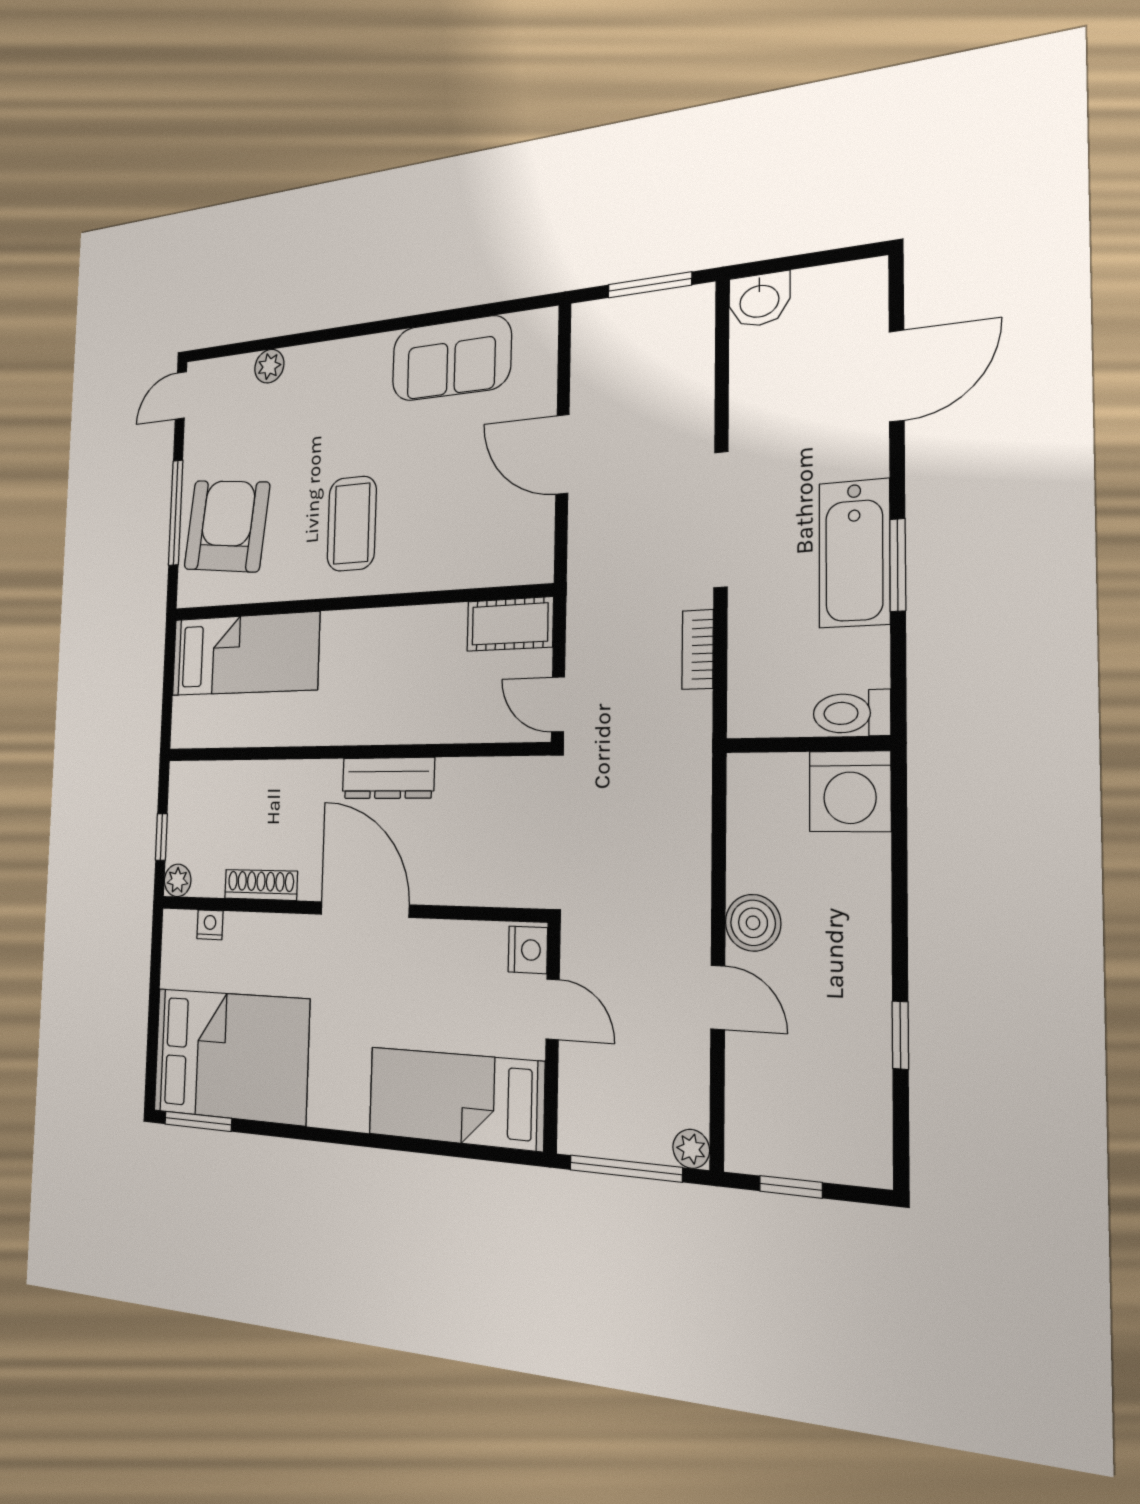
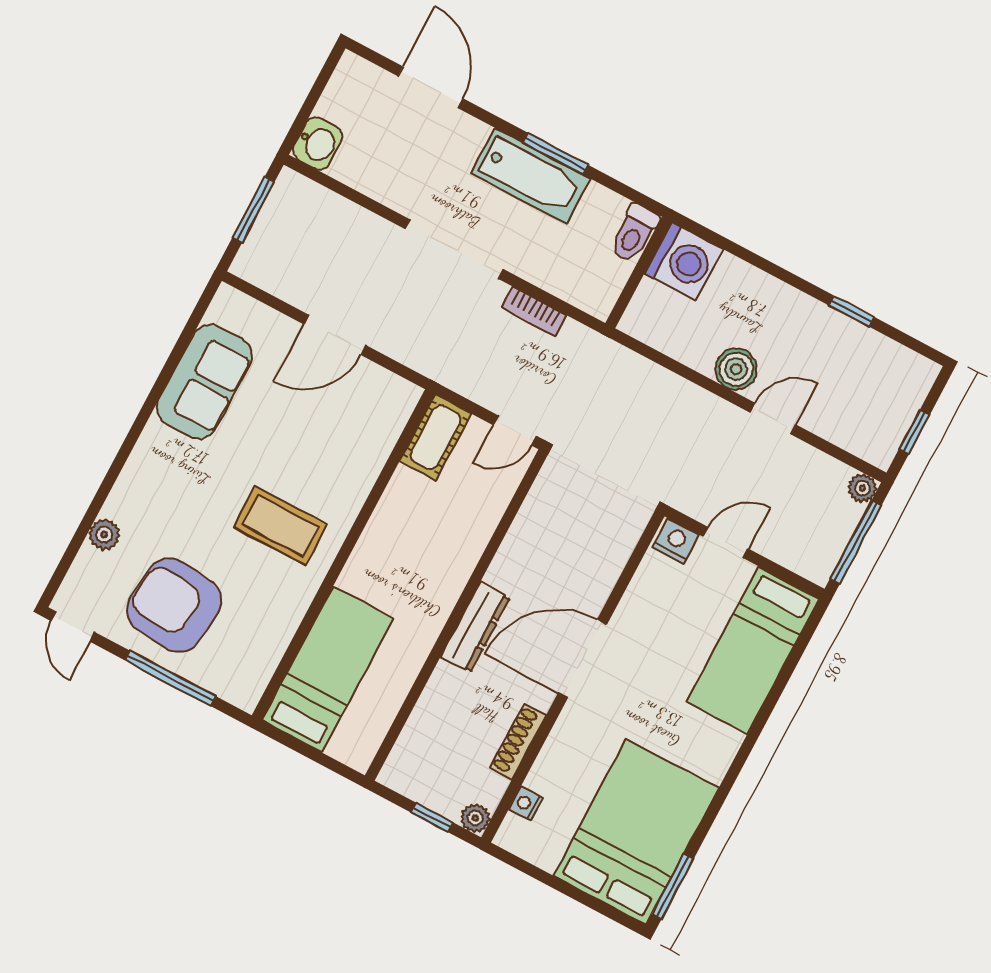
armchair: (227, 526) -> (174, 605), moved
dresser: (388, 778) -> (475, 627), moved

